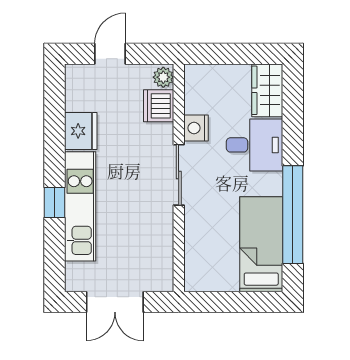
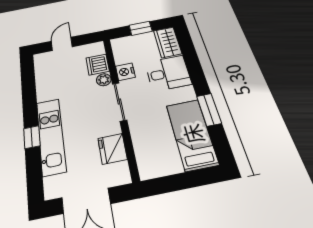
window: (234, 54) -> (141, 28), added
plant: (163, 77) -> (104, 80), moved
fridge: (81, 131) -> (112, 149), moved, turned 180
window: (293, 215) -> (209, 110), width x0.47

